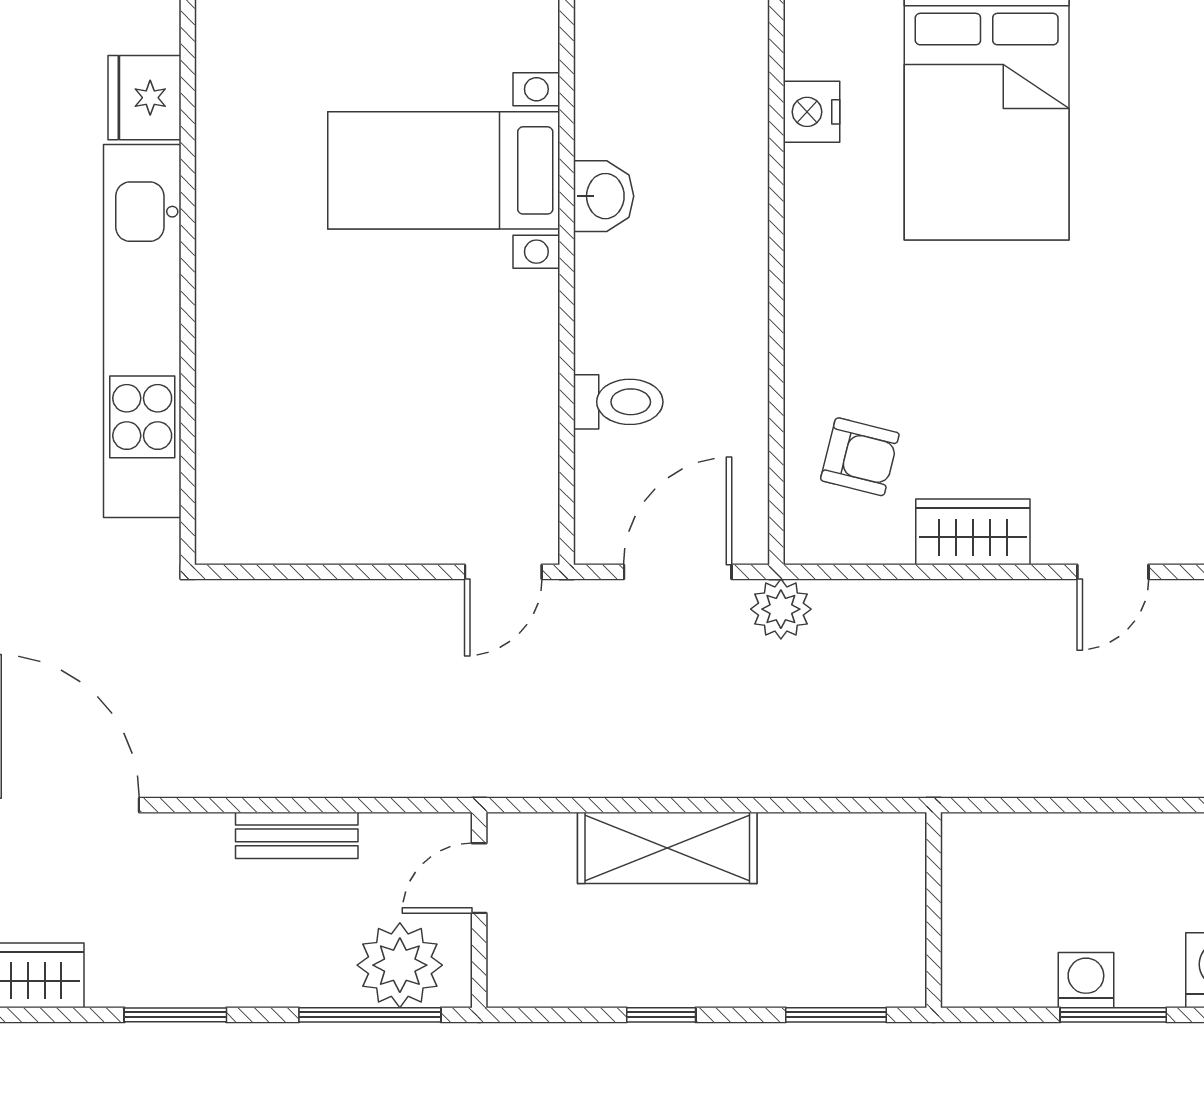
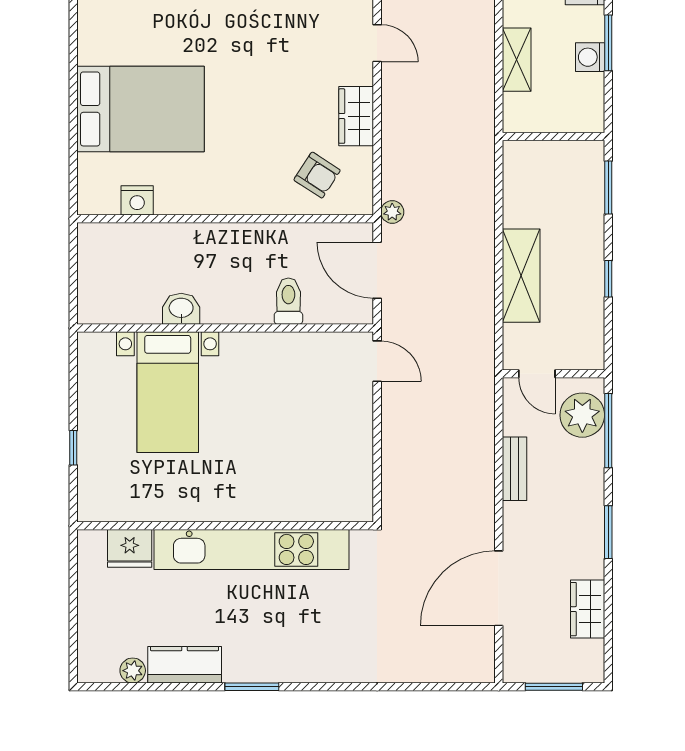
armchair: (860, 457) -> (317, 175), turned 109
plant: (781, 609) -> (392, 212), width x0.73, depth x0.73
shelving: (1081, 839) -> (517, 60), added

